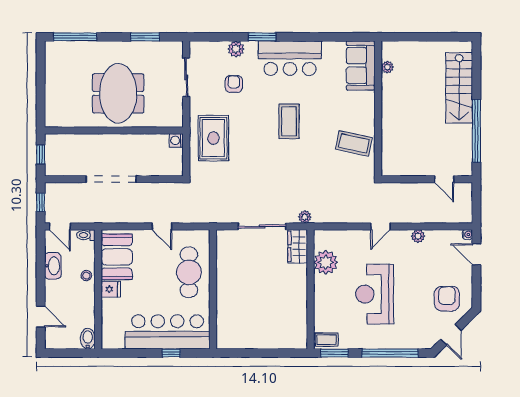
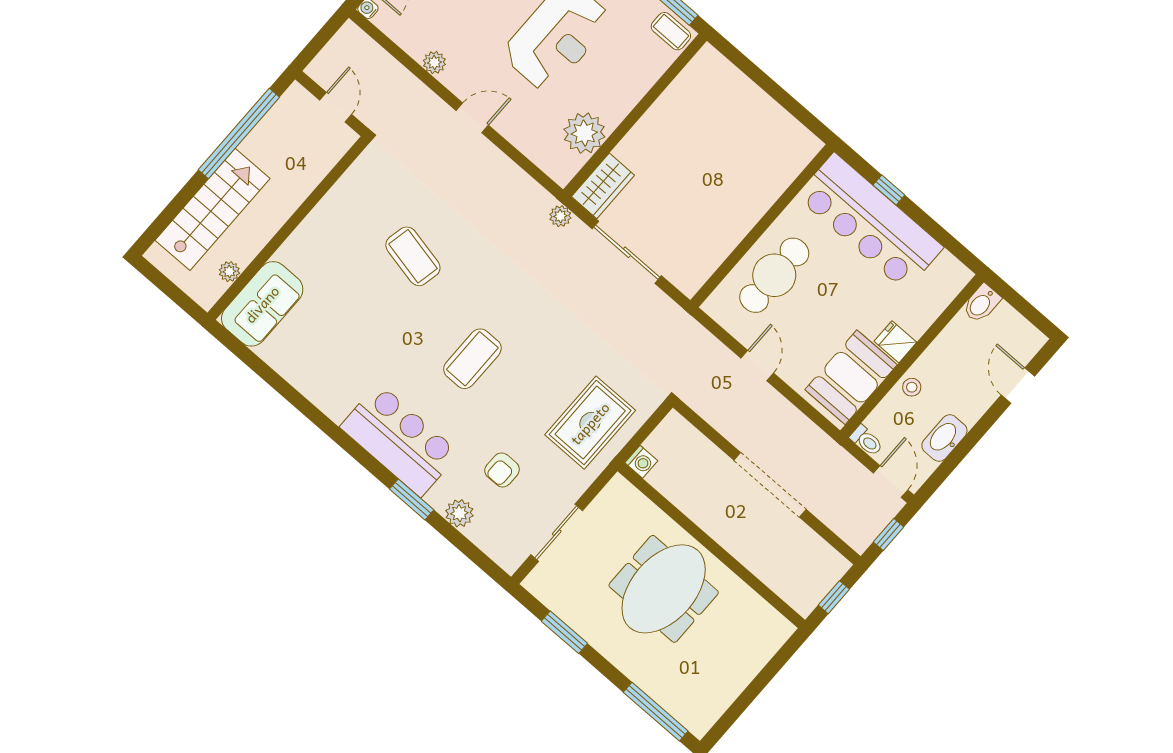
sofa: (361, 65) -> (262, 304), moved
plant: (387, 67) -> (229, 272), moved
wall: (378, 108) -> (288, 228), moved

